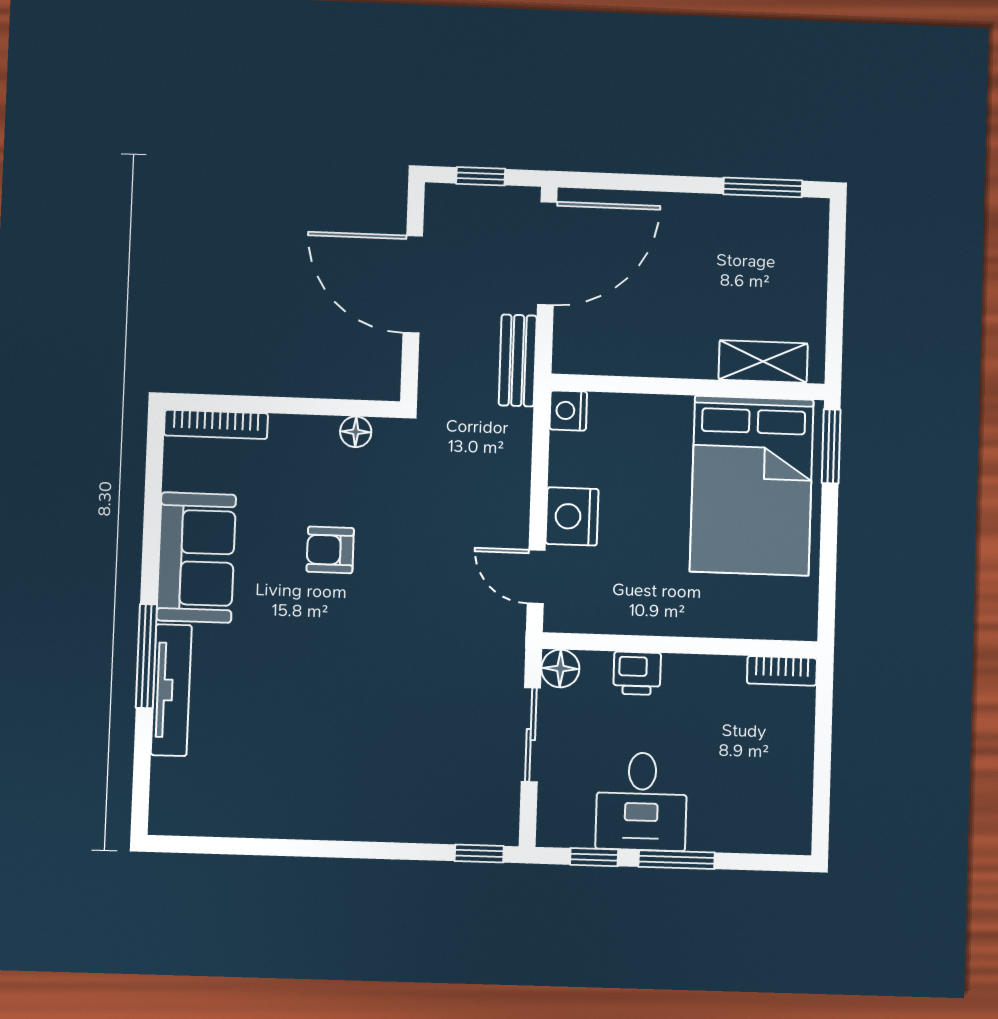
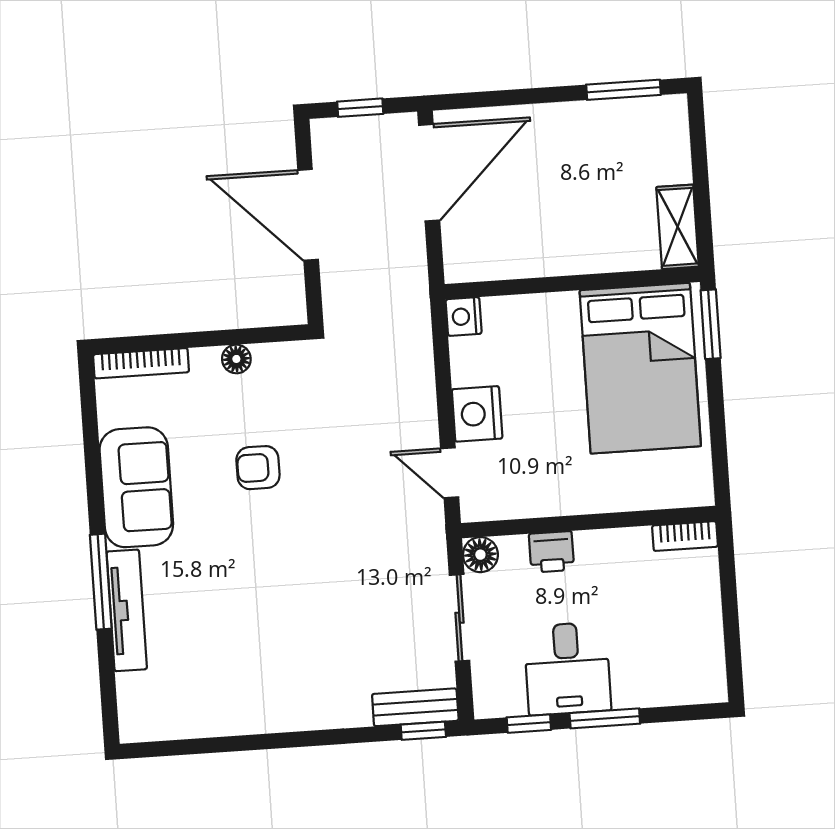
bench: (518, 360) -> (415, 707), moved, turned 90
shelving: (763, 362) -> (678, 227), moved, turned 90
floor lamp: (356, 432) -> (236, 359), moved

